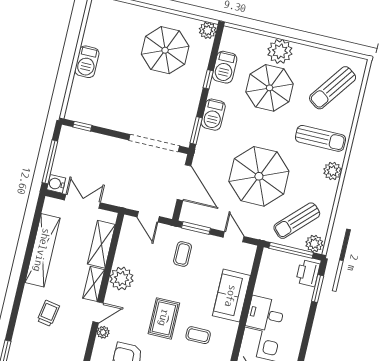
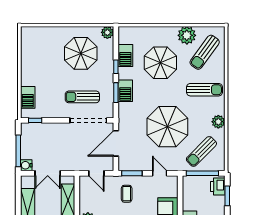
plant: (280, 51) -> (187, 35), moved
barbecue: (87, 62) -> (28, 97), moved
sun lounger: (153, 109) -> (82, 97), added
window: (196, 131) -> (116, 93), moved
plant: (333, 171) -> (218, 122), moved
door: (184, 183) -> (116, 143), swing flipped
double door: (82, 201) -> (48, 173), swing flipped
plant: (314, 244) -> (217, 165), removed

